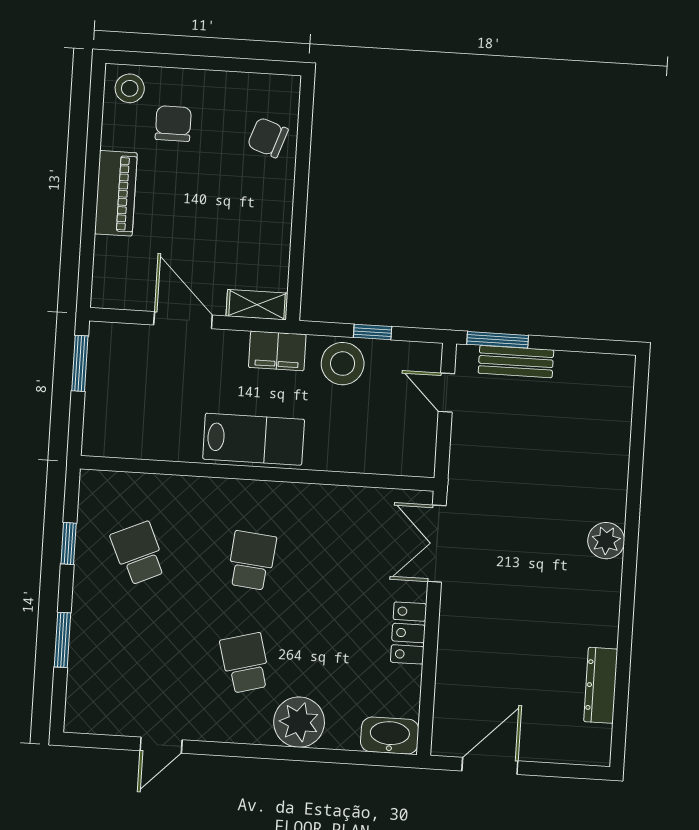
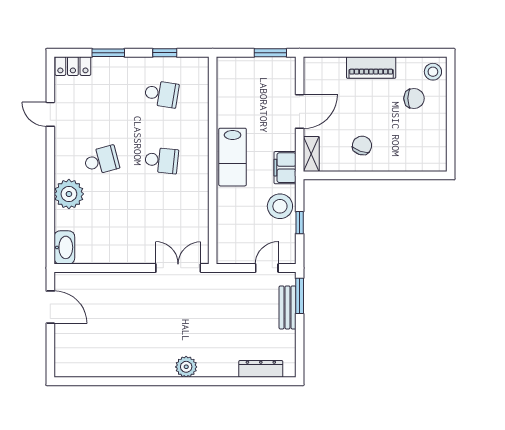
chair: (268, 138) -> (362, 146), moved
school desk: (138, 553) -> (162, 94), turned 33
locker: (409, 633) -> (73, 66), moved, turned 180
dresser: (601, 685) -> (261, 369), moved

